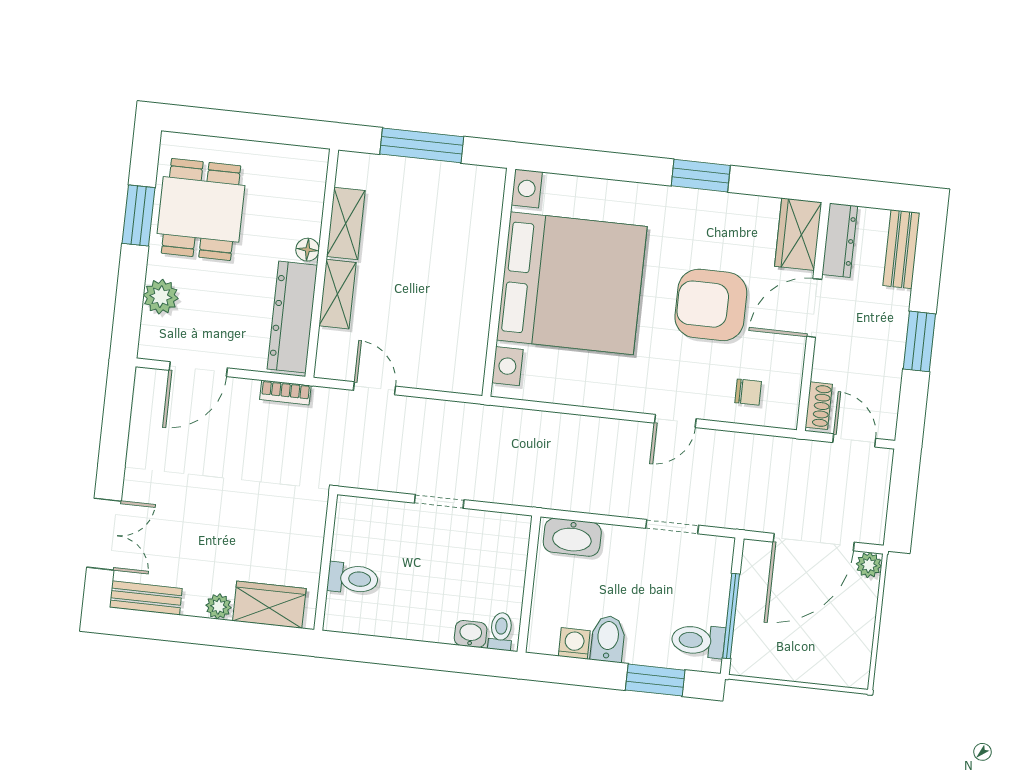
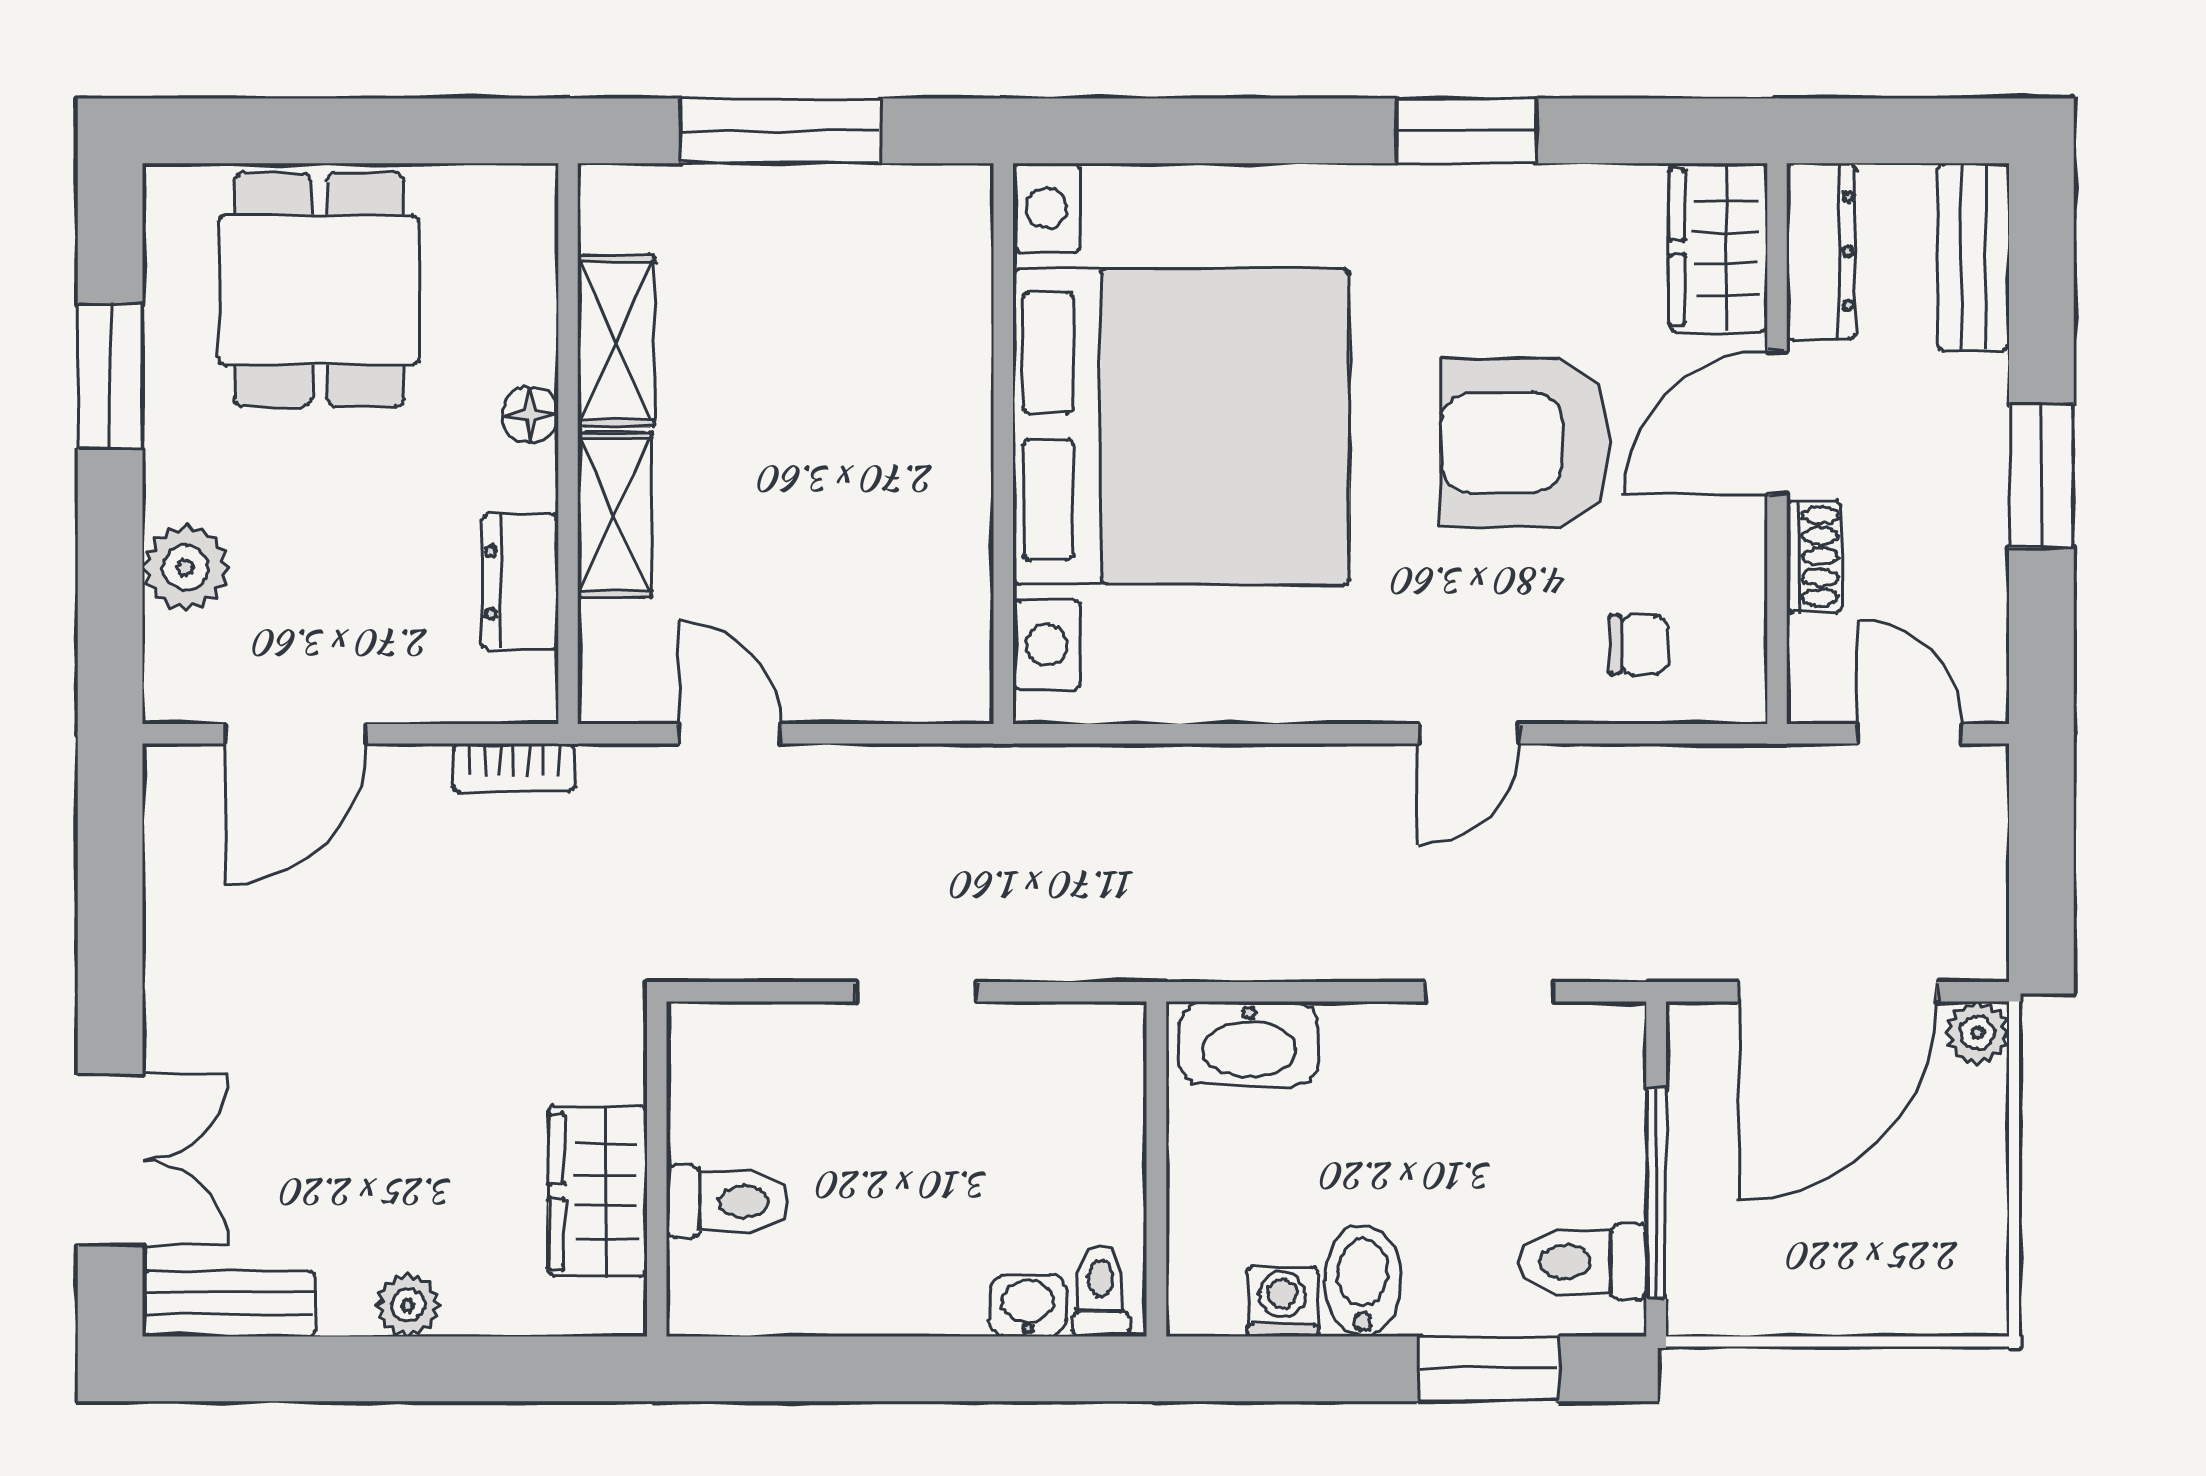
dining table: (201, 209) -> (319, 290), moved
dresser: (292, 317) -> (520, 582), width x0.51, depth x0.80
shoe rack: (819, 406) -> (1814, 557), moved
wardrobe: (269, 605) -> (598, 1191), moved, turned -90

